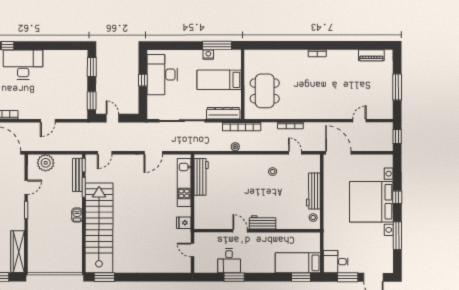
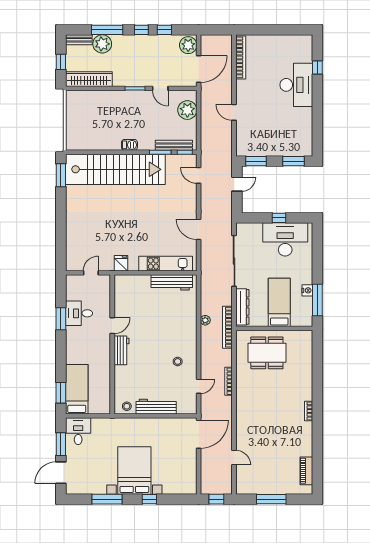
bed with nightstands: (371, 202) -> (134, 471), width x0.73

